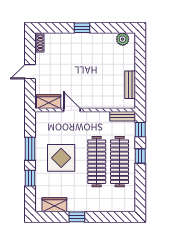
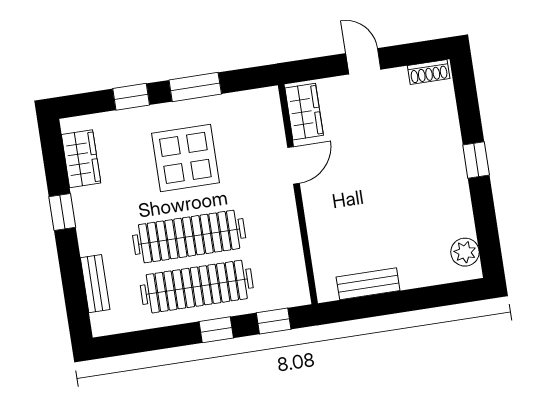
bench: (123, 116) -> (95, 284), moved

